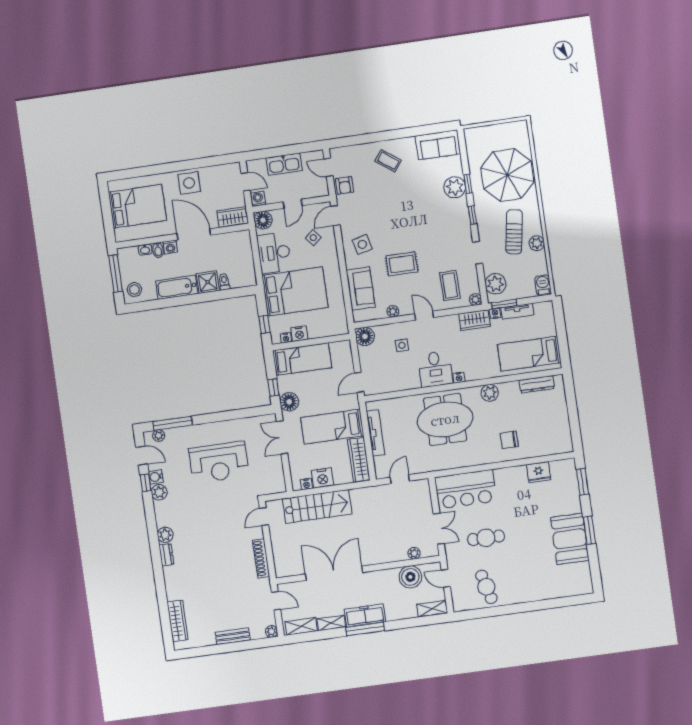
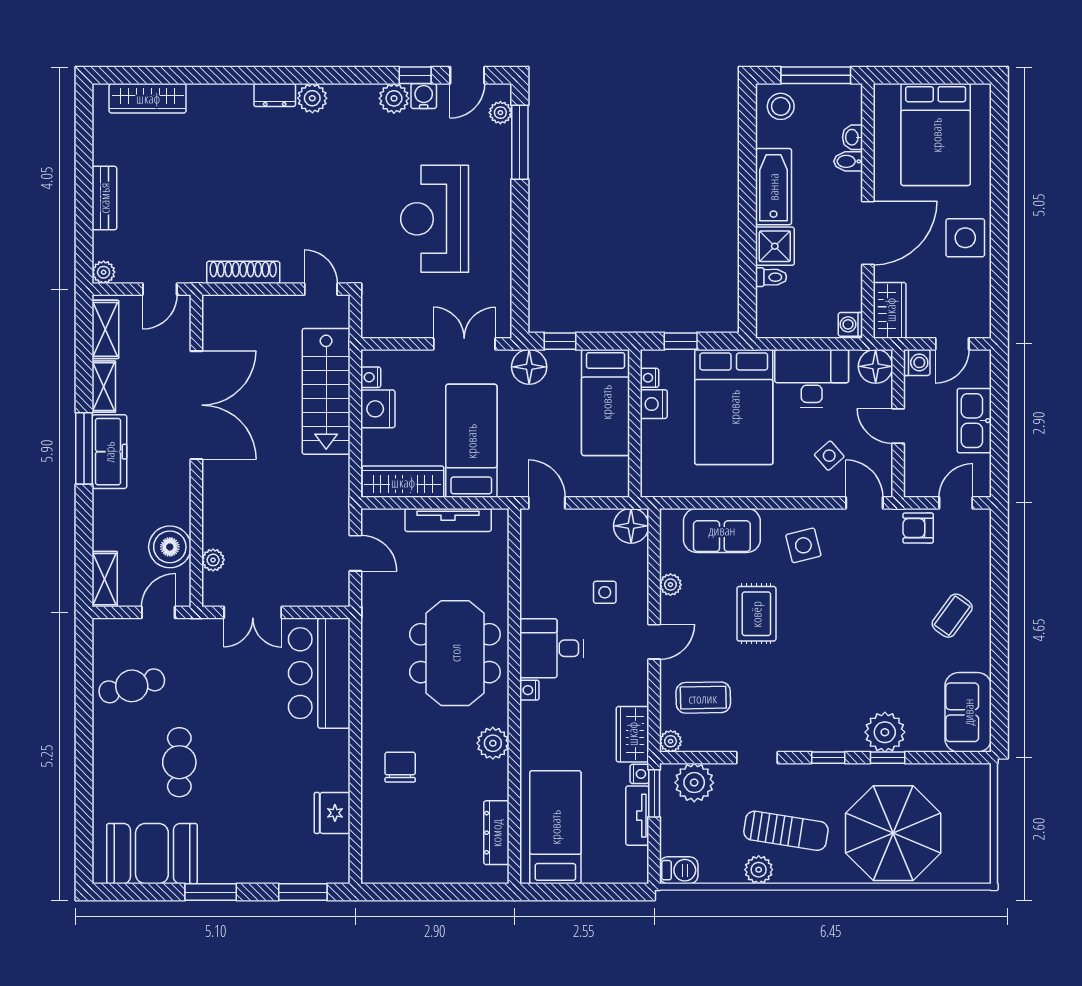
washing machine: (170, 247) -> (850, 324), moved
cafe table: (486, 538) -> (179, 762), moved
booth: (570, 539) -> (152, 854), moved

